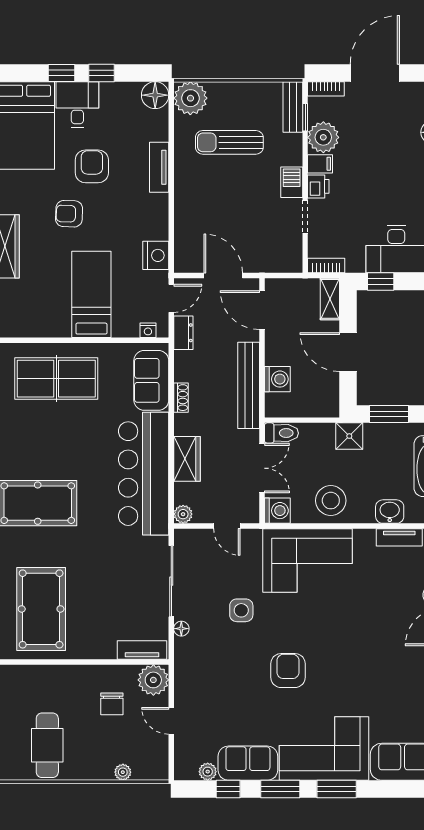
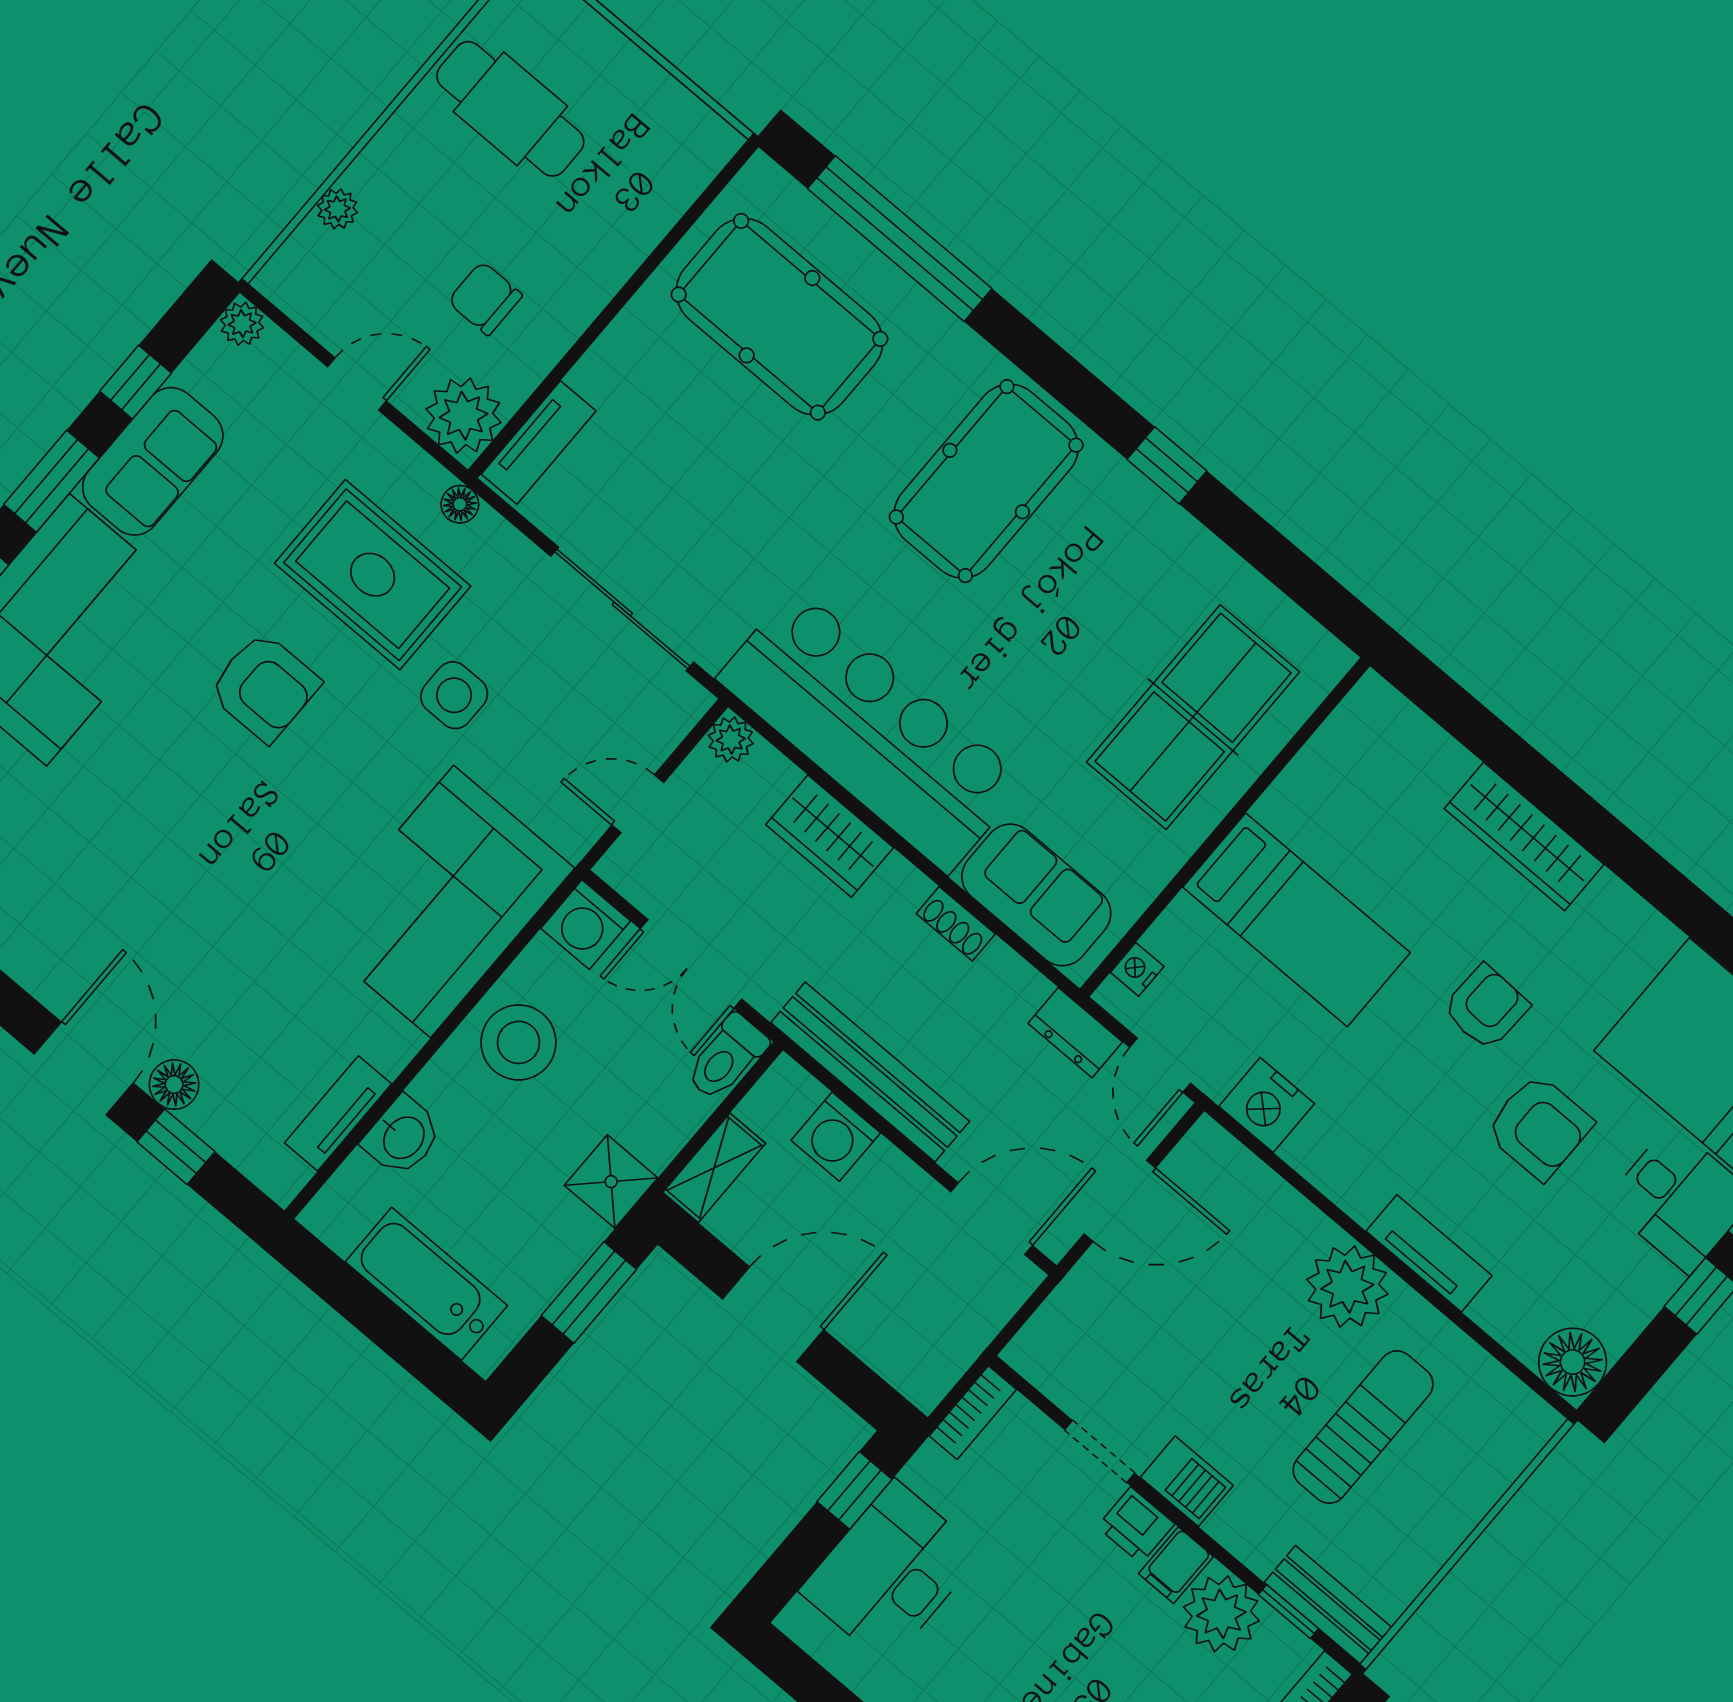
plant: (190, 98) -> (1347, 1287), moved
shelving: (330, 299) -> (714, 1168), moved, turned 90
floor lamp: (181, 629) -> (460, 504), moved
rug: (226, 667) -> (373, 575), added
plant: (208, 772) -> (242, 324), moved

